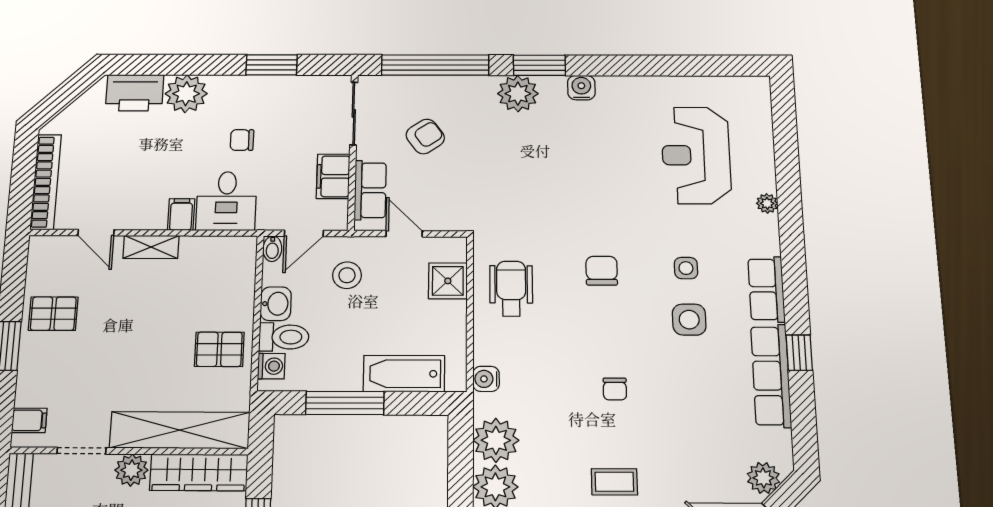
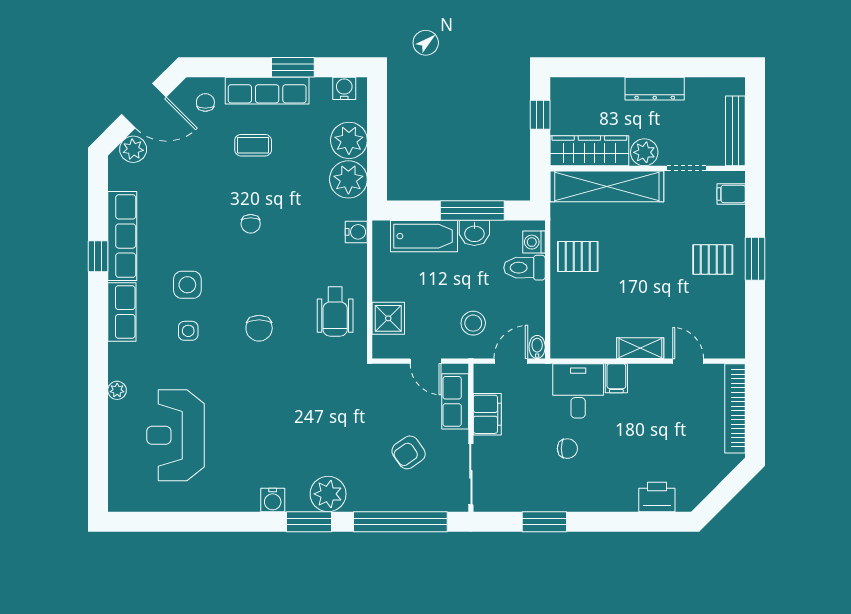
printer: (135, 93) -> (657, 497), width x0.73, depth x0.84
plant: (186, 94) -> (618, 493), removed
reception desk: (696, 155) -> (176, 435), turned 180
washbasin: (276, 304) -> (474, 233), moved, turned -90
pallet: (53, 314) -> (713, 259), moved
chair: (615, 389) -> (251, 224), turned 180

